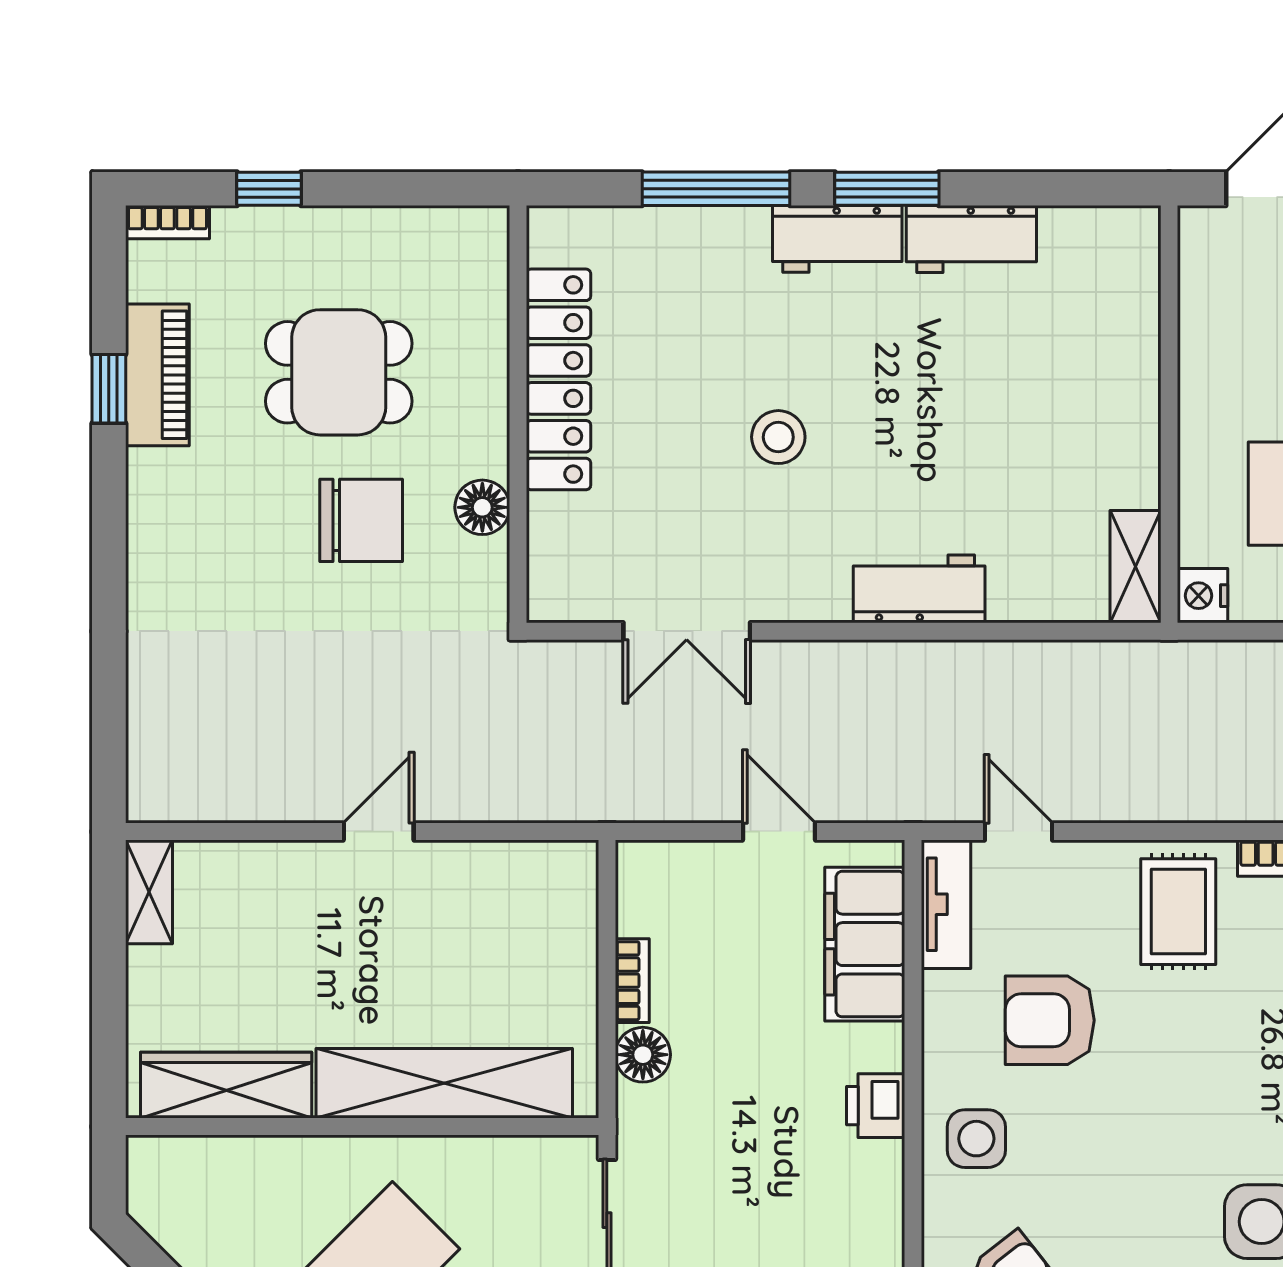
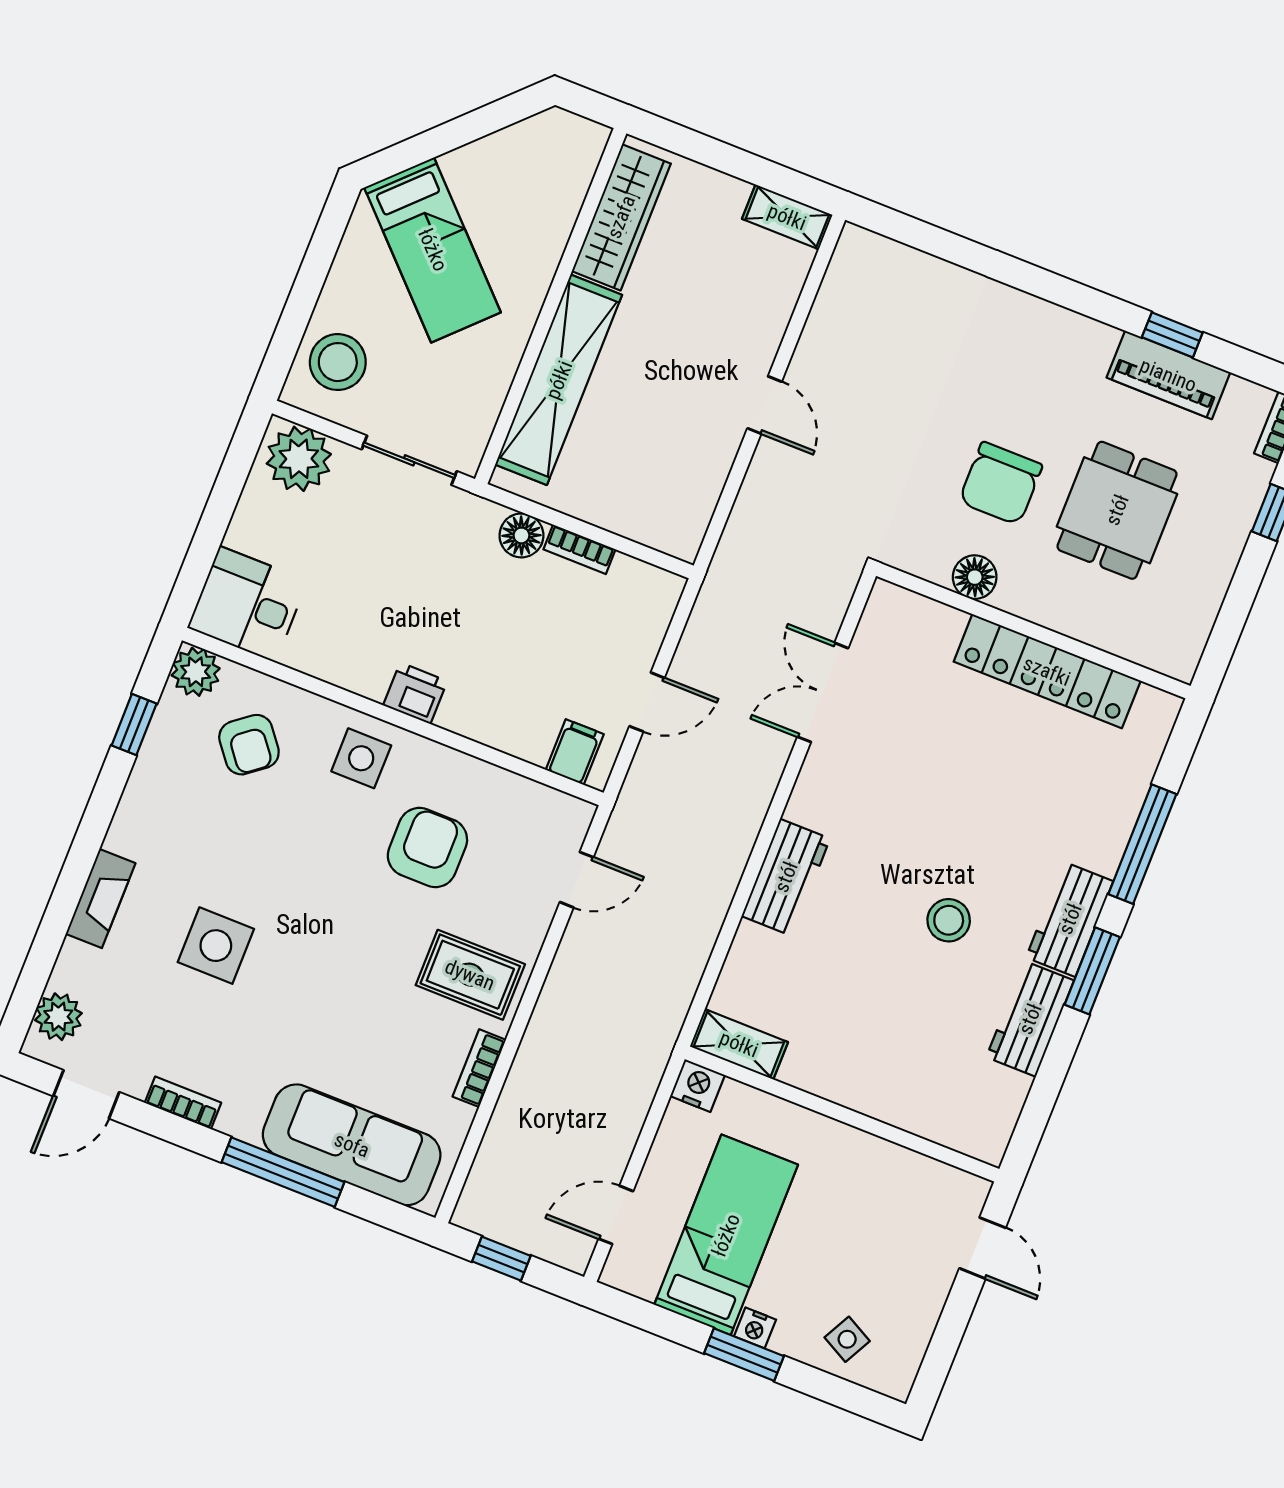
stool: (778, 437) -> (949, 920), moved
tv unit: (946, 904) -> (544, 805), removed
filing cabinet: (865, 944) -> (575, 752), width x0.33, depth x0.86

